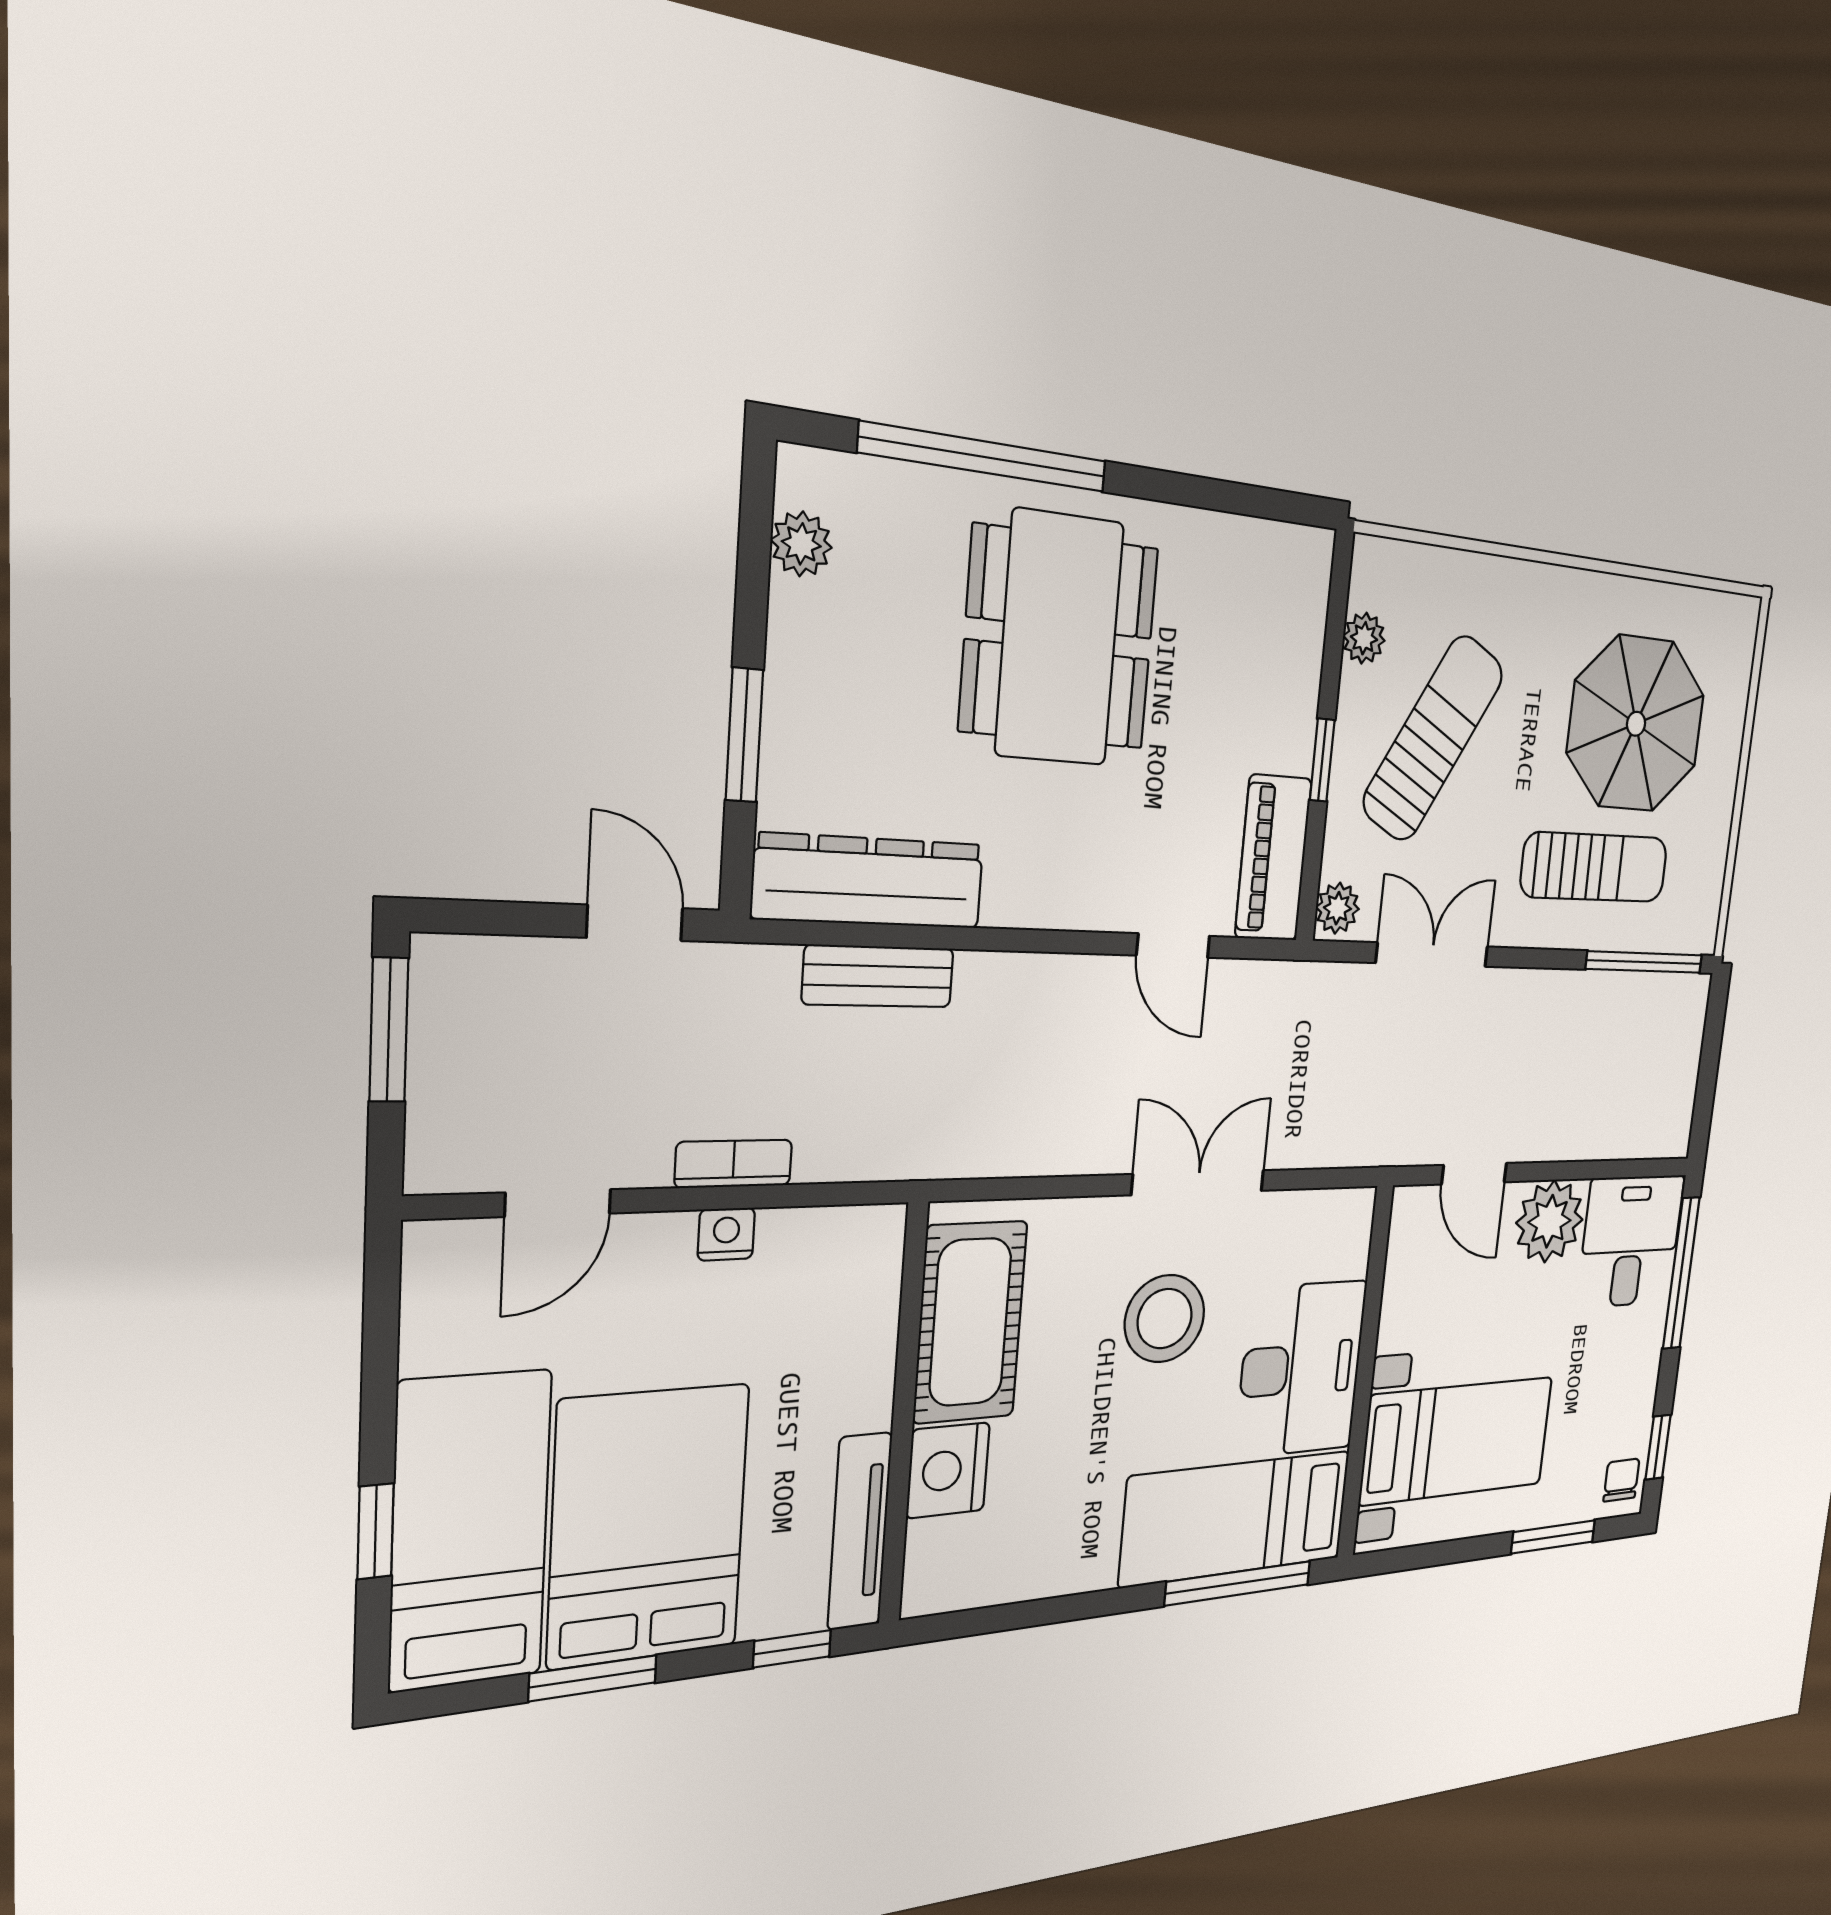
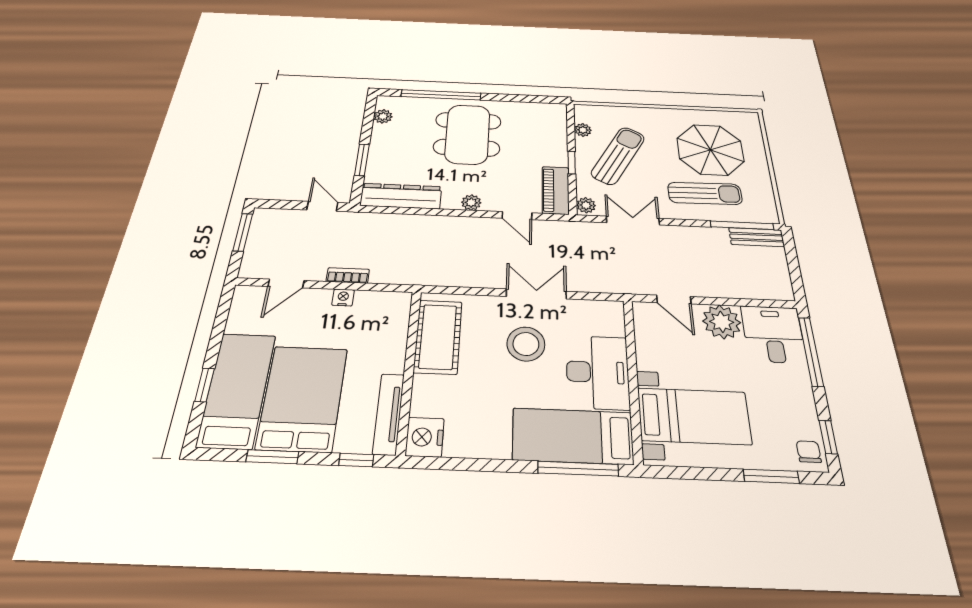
plant: (1061, 903) -> (471, 203), added
bench: (878, 976) -> (757, 237), moved
nightstand: (948, 1470) -> (425, 437), moved

